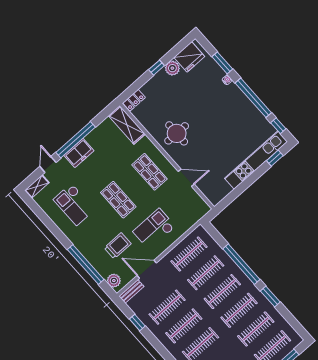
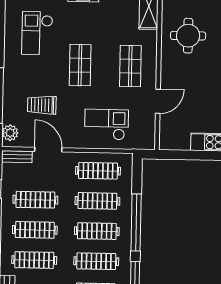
round table: (177, 133) -> (188, 36), moved
door: (186, 178) -> (158, 101), hinge flipped
checkout: (154, 229) -> (106, 125), moved
trolley: (118, 246) -> (42, 105), turned 180

